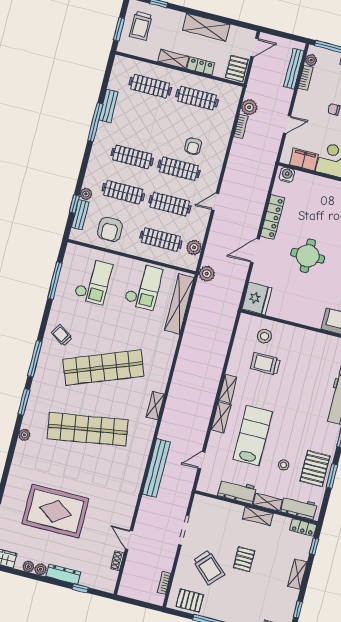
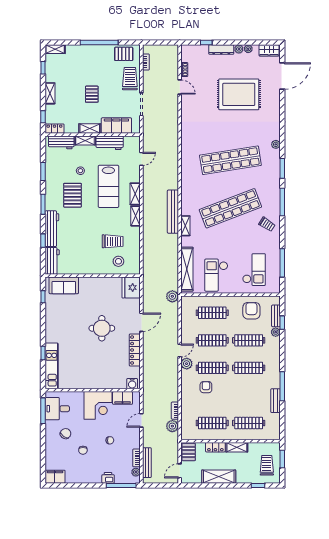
plant: (194, 247) -> (187, 364), moved
checkout: (93, 281) -> (254, 270), turned 180
shelving: (155, 406) -> (185, 226), moved
bench: (156, 468) -> (173, 212), moved
pallet: (315, 468) -> (72, 195), moved
filing cabinet: (223, 511) -> (116, 126), added
trolley: (209, 568) -> (130, 79), moved, turned 47

